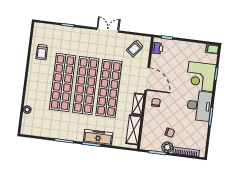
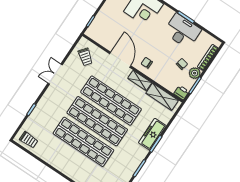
printer: (157, 48) -> (181, 93), moved
trolley: (42, 52) -> (29, 140), moved
door: (147, 79) -> (120, 60), hinge flipped
desk: (199, 106) -> (182, 31), moved

